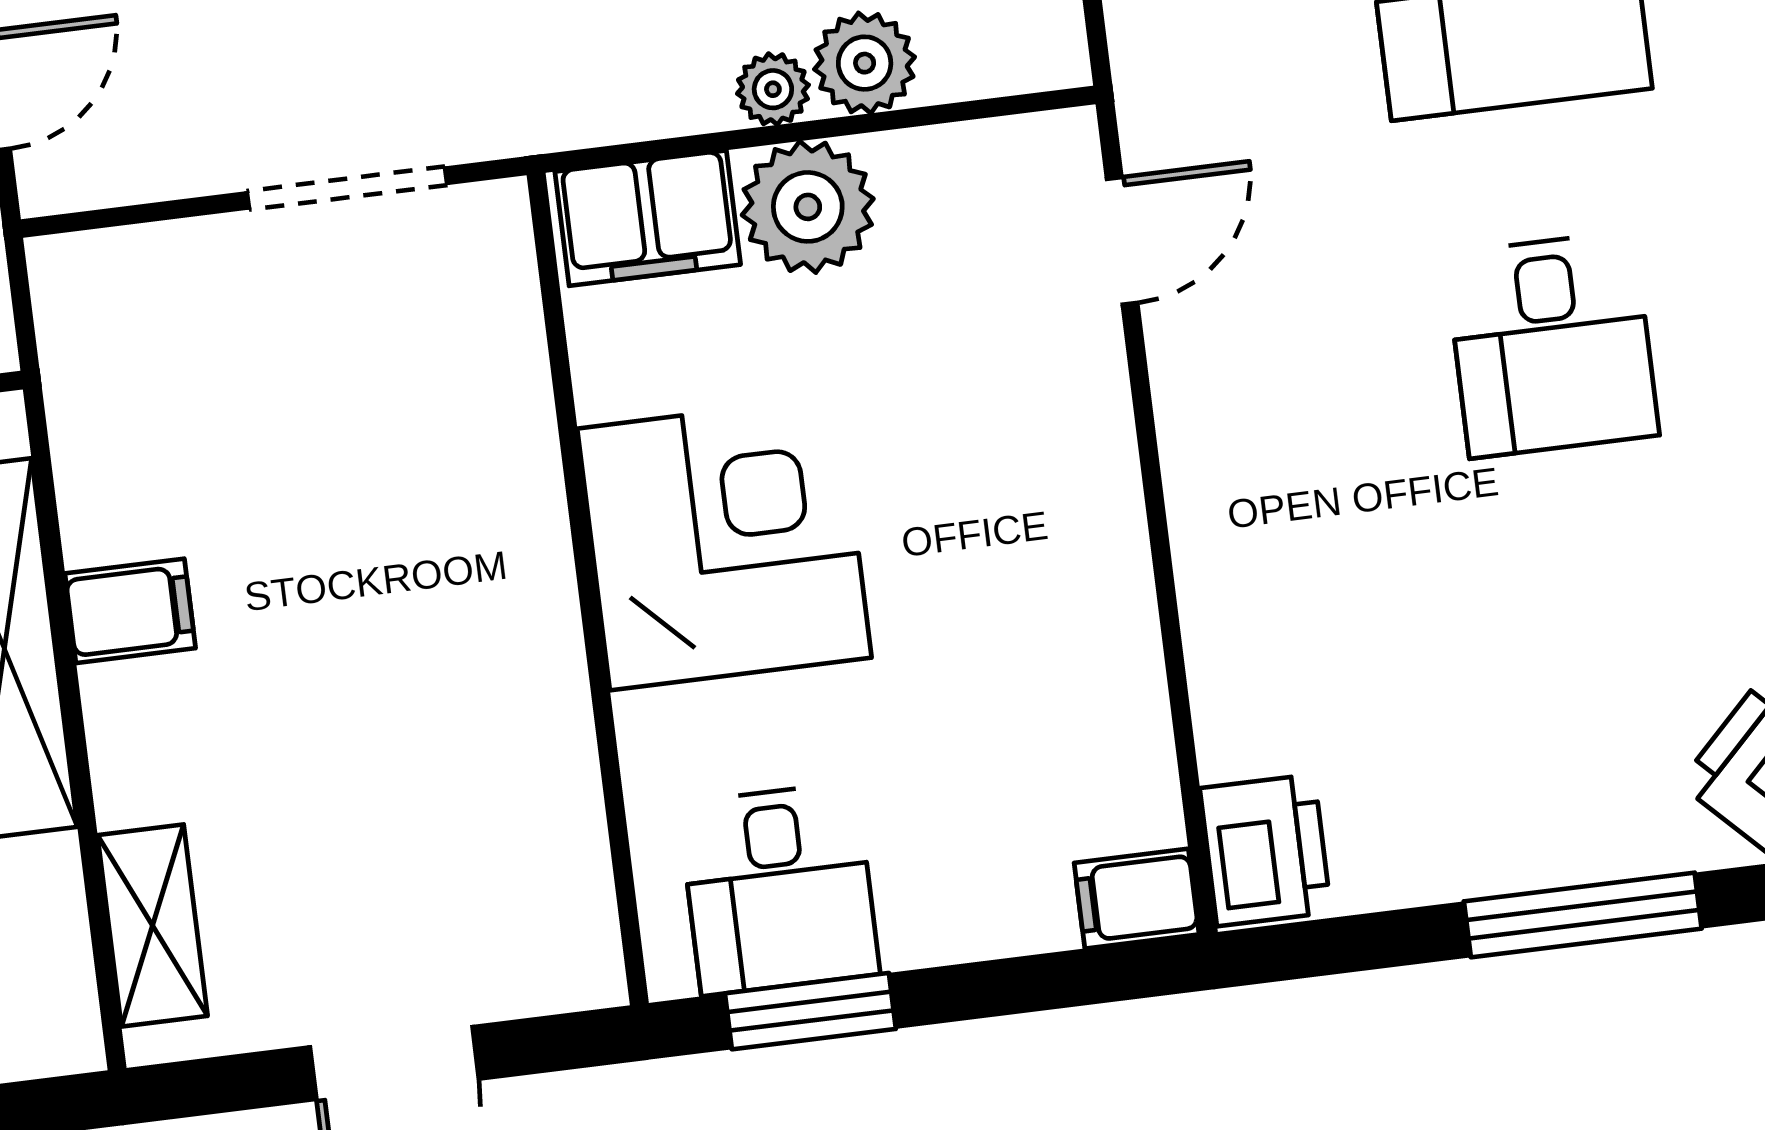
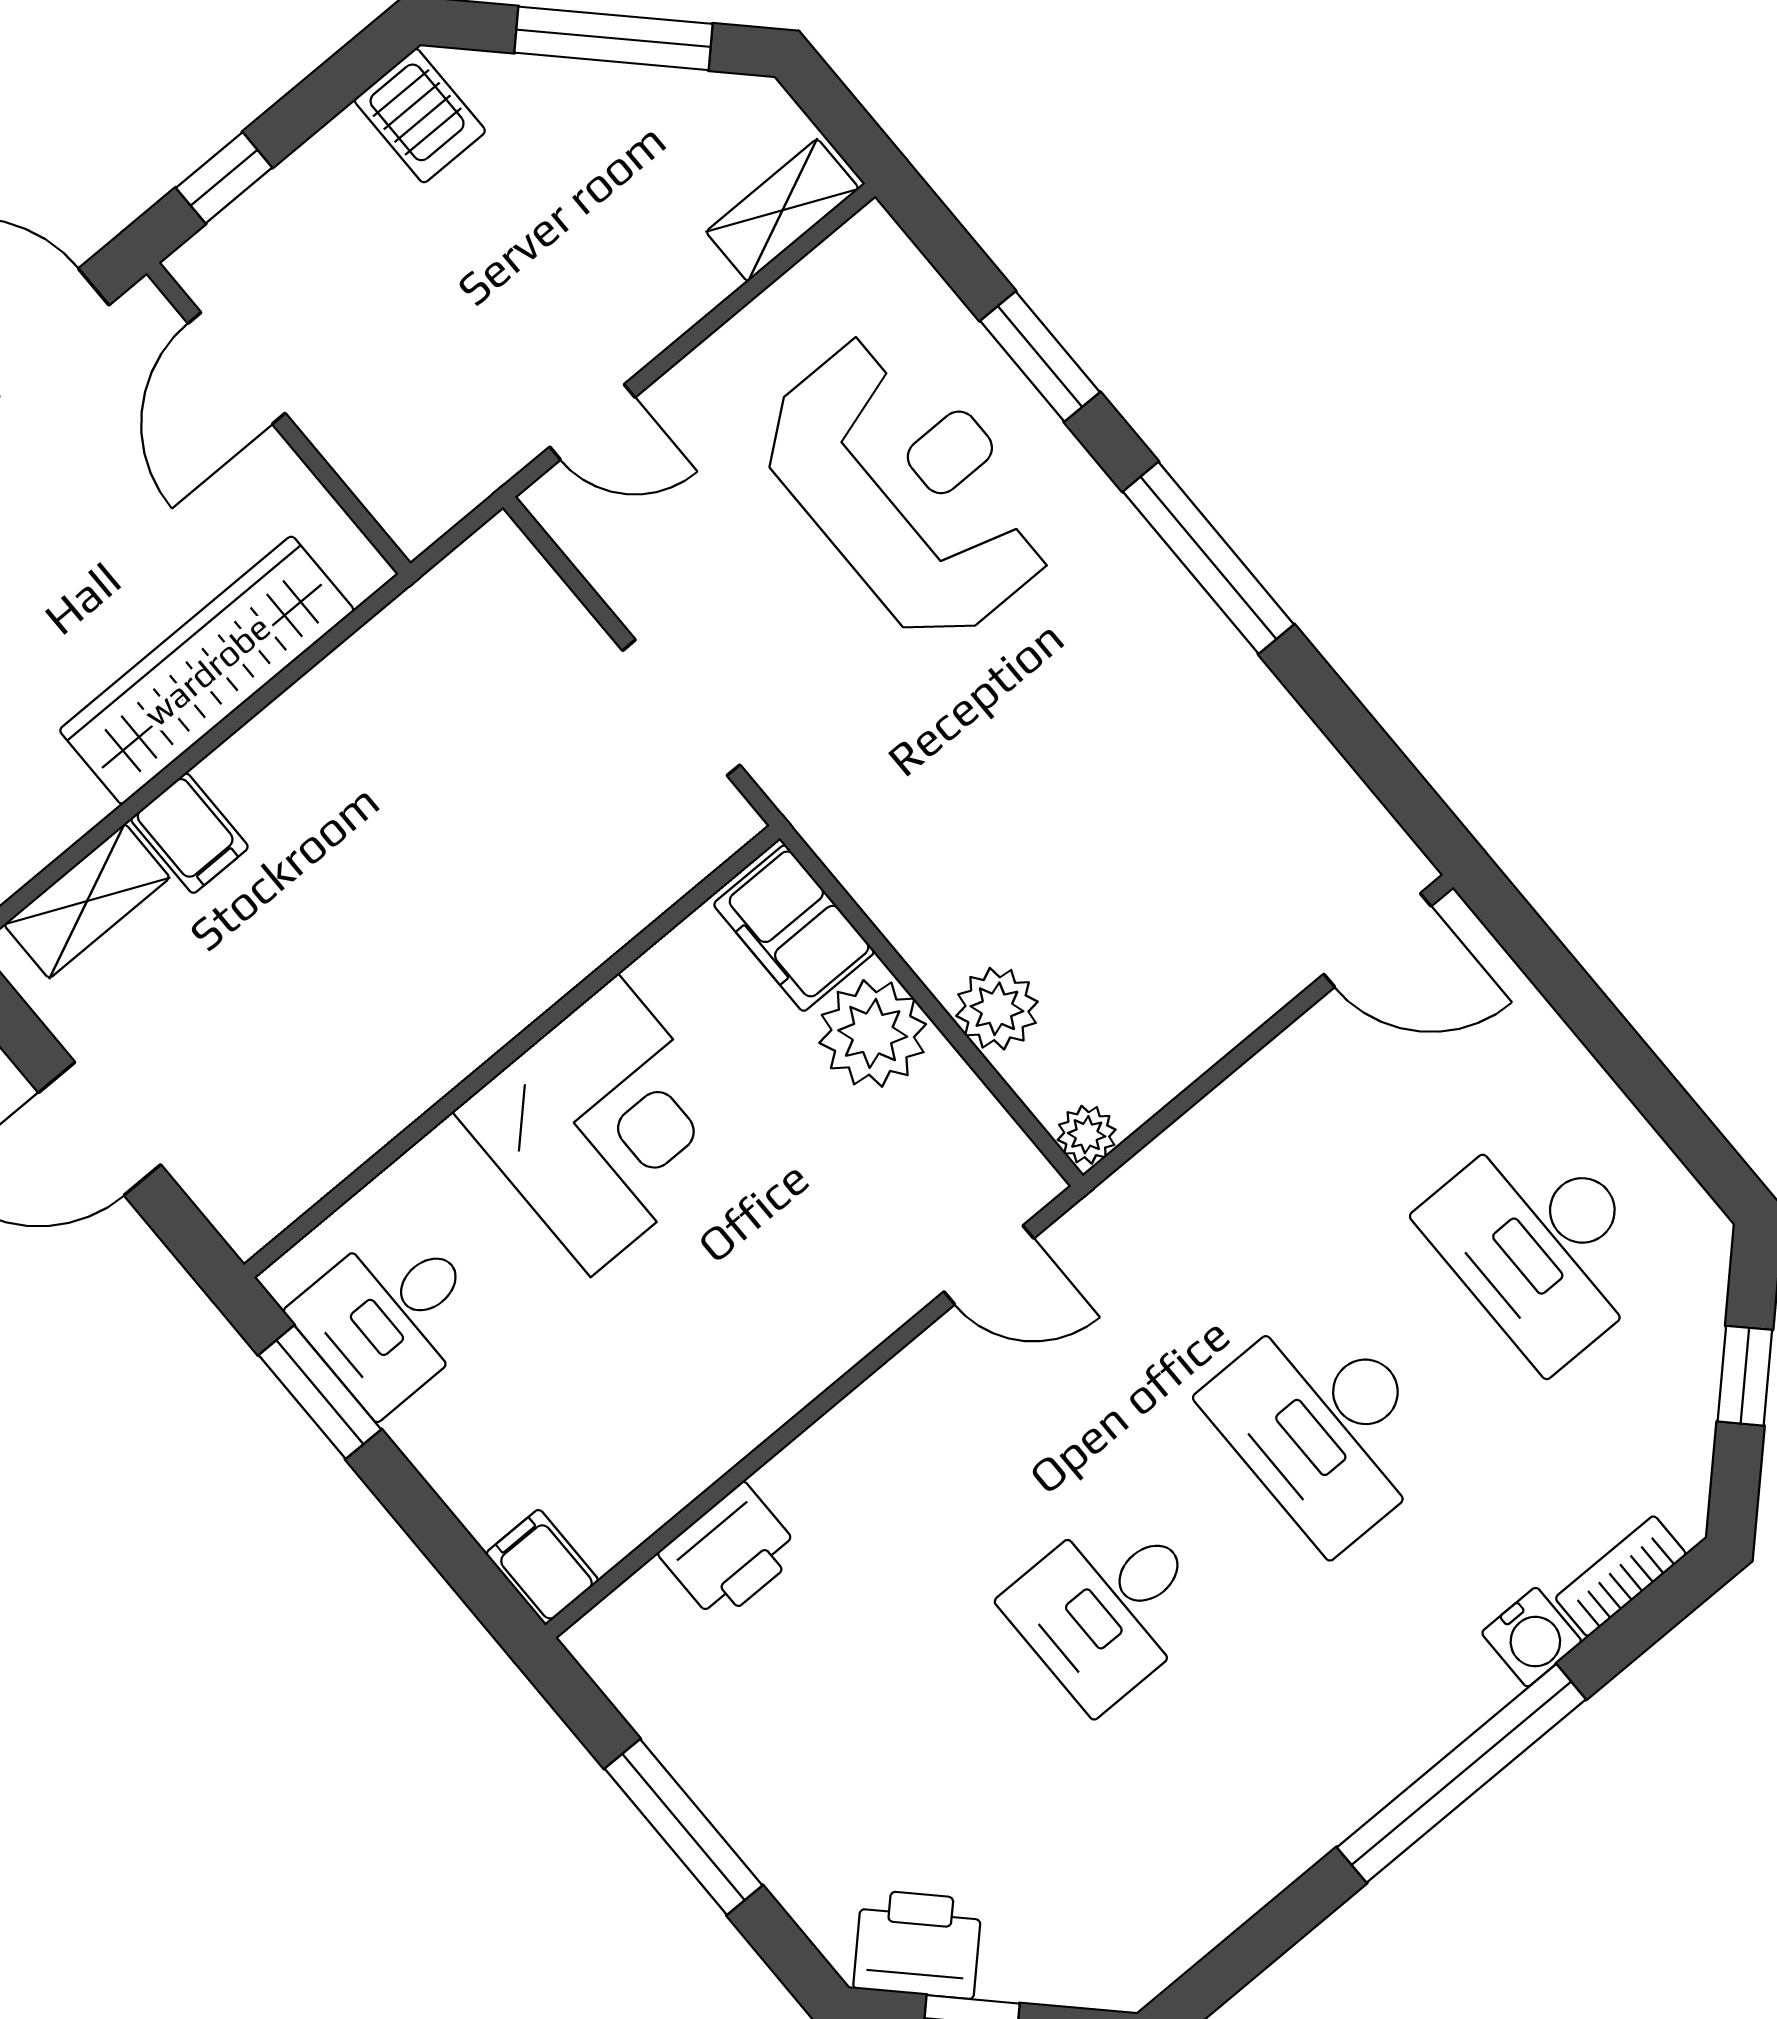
plant: (773, 89) -> (1087, 1135), moved
filing cabinet: (130, 611) -> (190, 833), moved
printer: (1266, 850) -> (730, 1553), moved
window: (1583, 915) -> (683, 1827), moved

